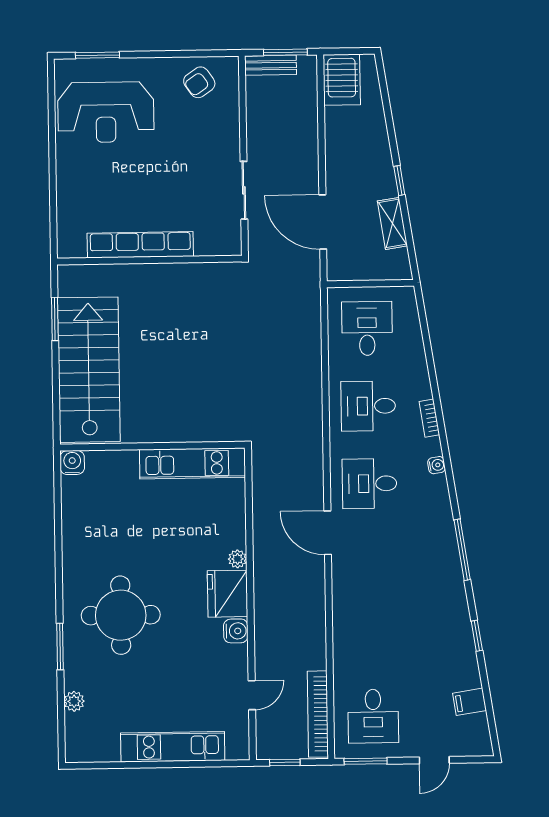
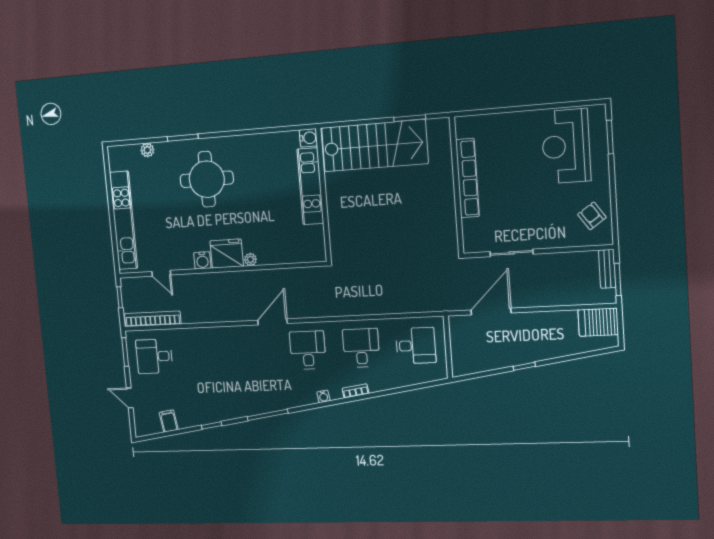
shelving: (392, 223) -> (492, 362), removed
kitchen unit: (193, 463) -> (310, 186), moved
kitchen unit: (173, 747) -> (124, 220), width x1.36

